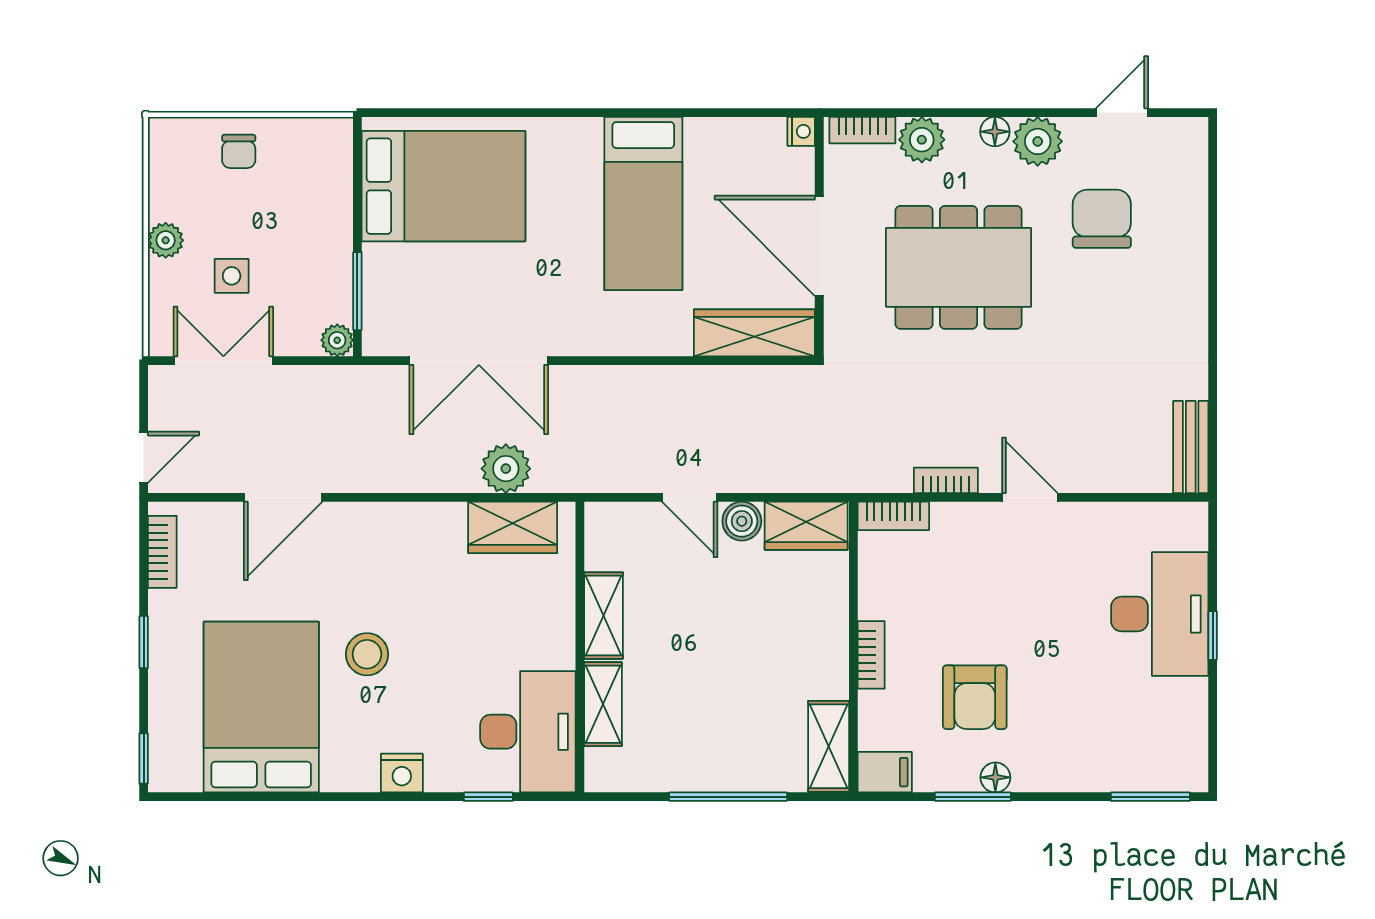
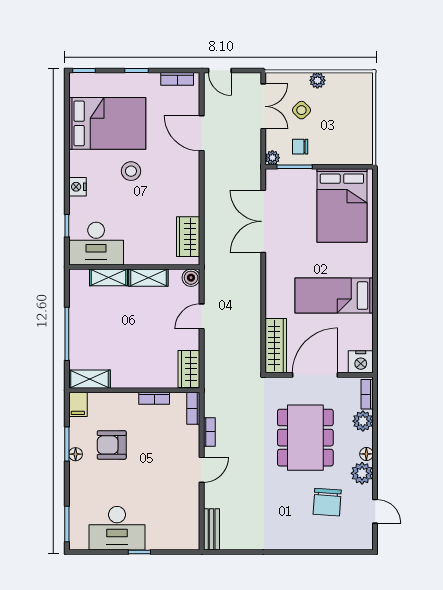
nightstand: (801, 131) -> (361, 362), width x1.89, depth x1.79
chair: (239, 151) -> (300, 147), moved
chair: (1102, 219) -> (327, 502), turned 94
side table: (232, 276) -> (301, 110), turned 45
bench: (1191, 447) -> (212, 529), moved, turned 90
plant: (506, 469) -> (215, 234), removed
boiler: (742, 521) -> (191, 278), moved
desk: (1160, 614) -> (117, 528), moved
bookcase: (871, 655) -> (154, 398), moved

